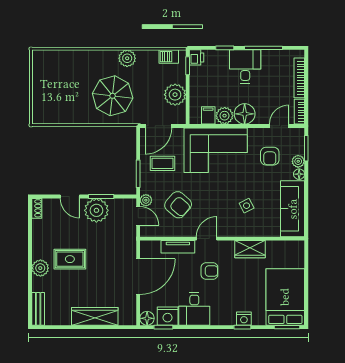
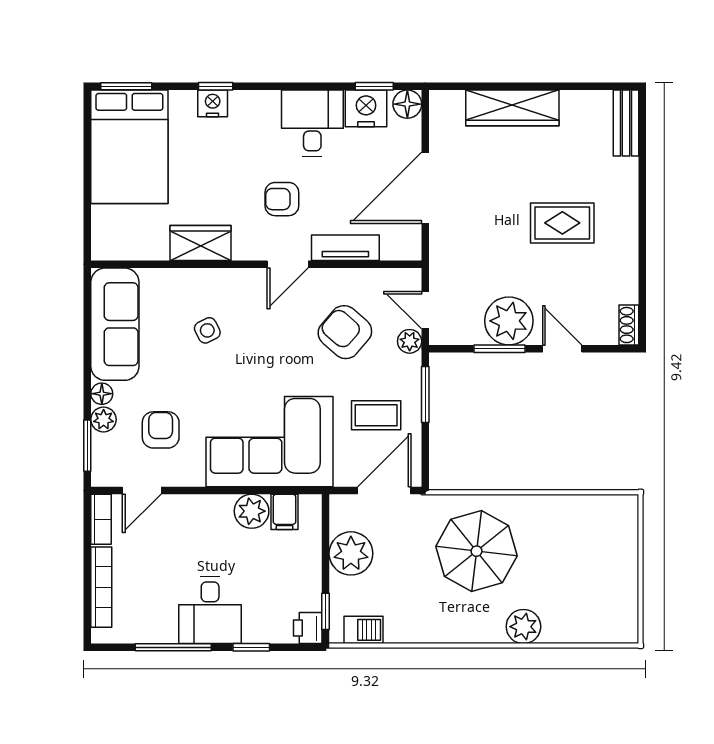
plant: (127, 58) -> (523, 627), moved
floor lamp: (245, 114) -> (211, 515), removed
plant: (40, 268) -> (622, 205), removed

